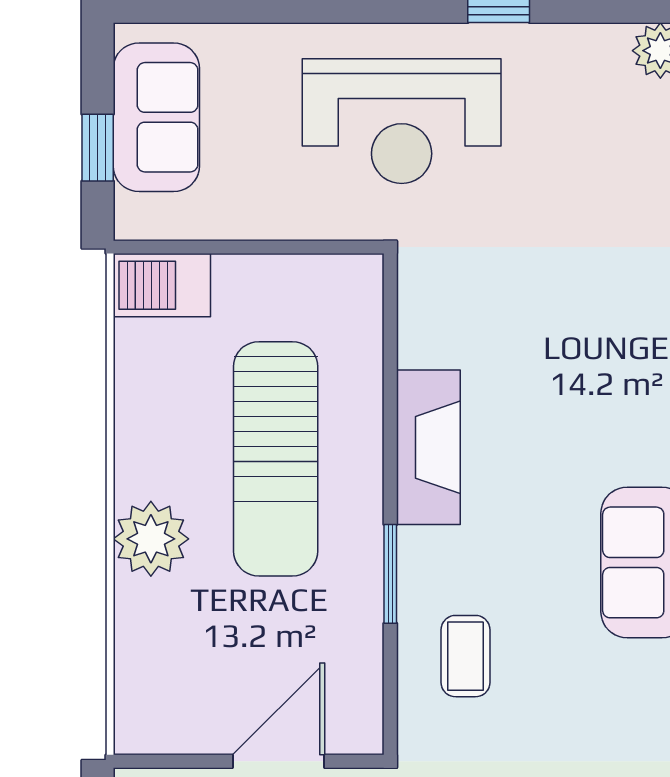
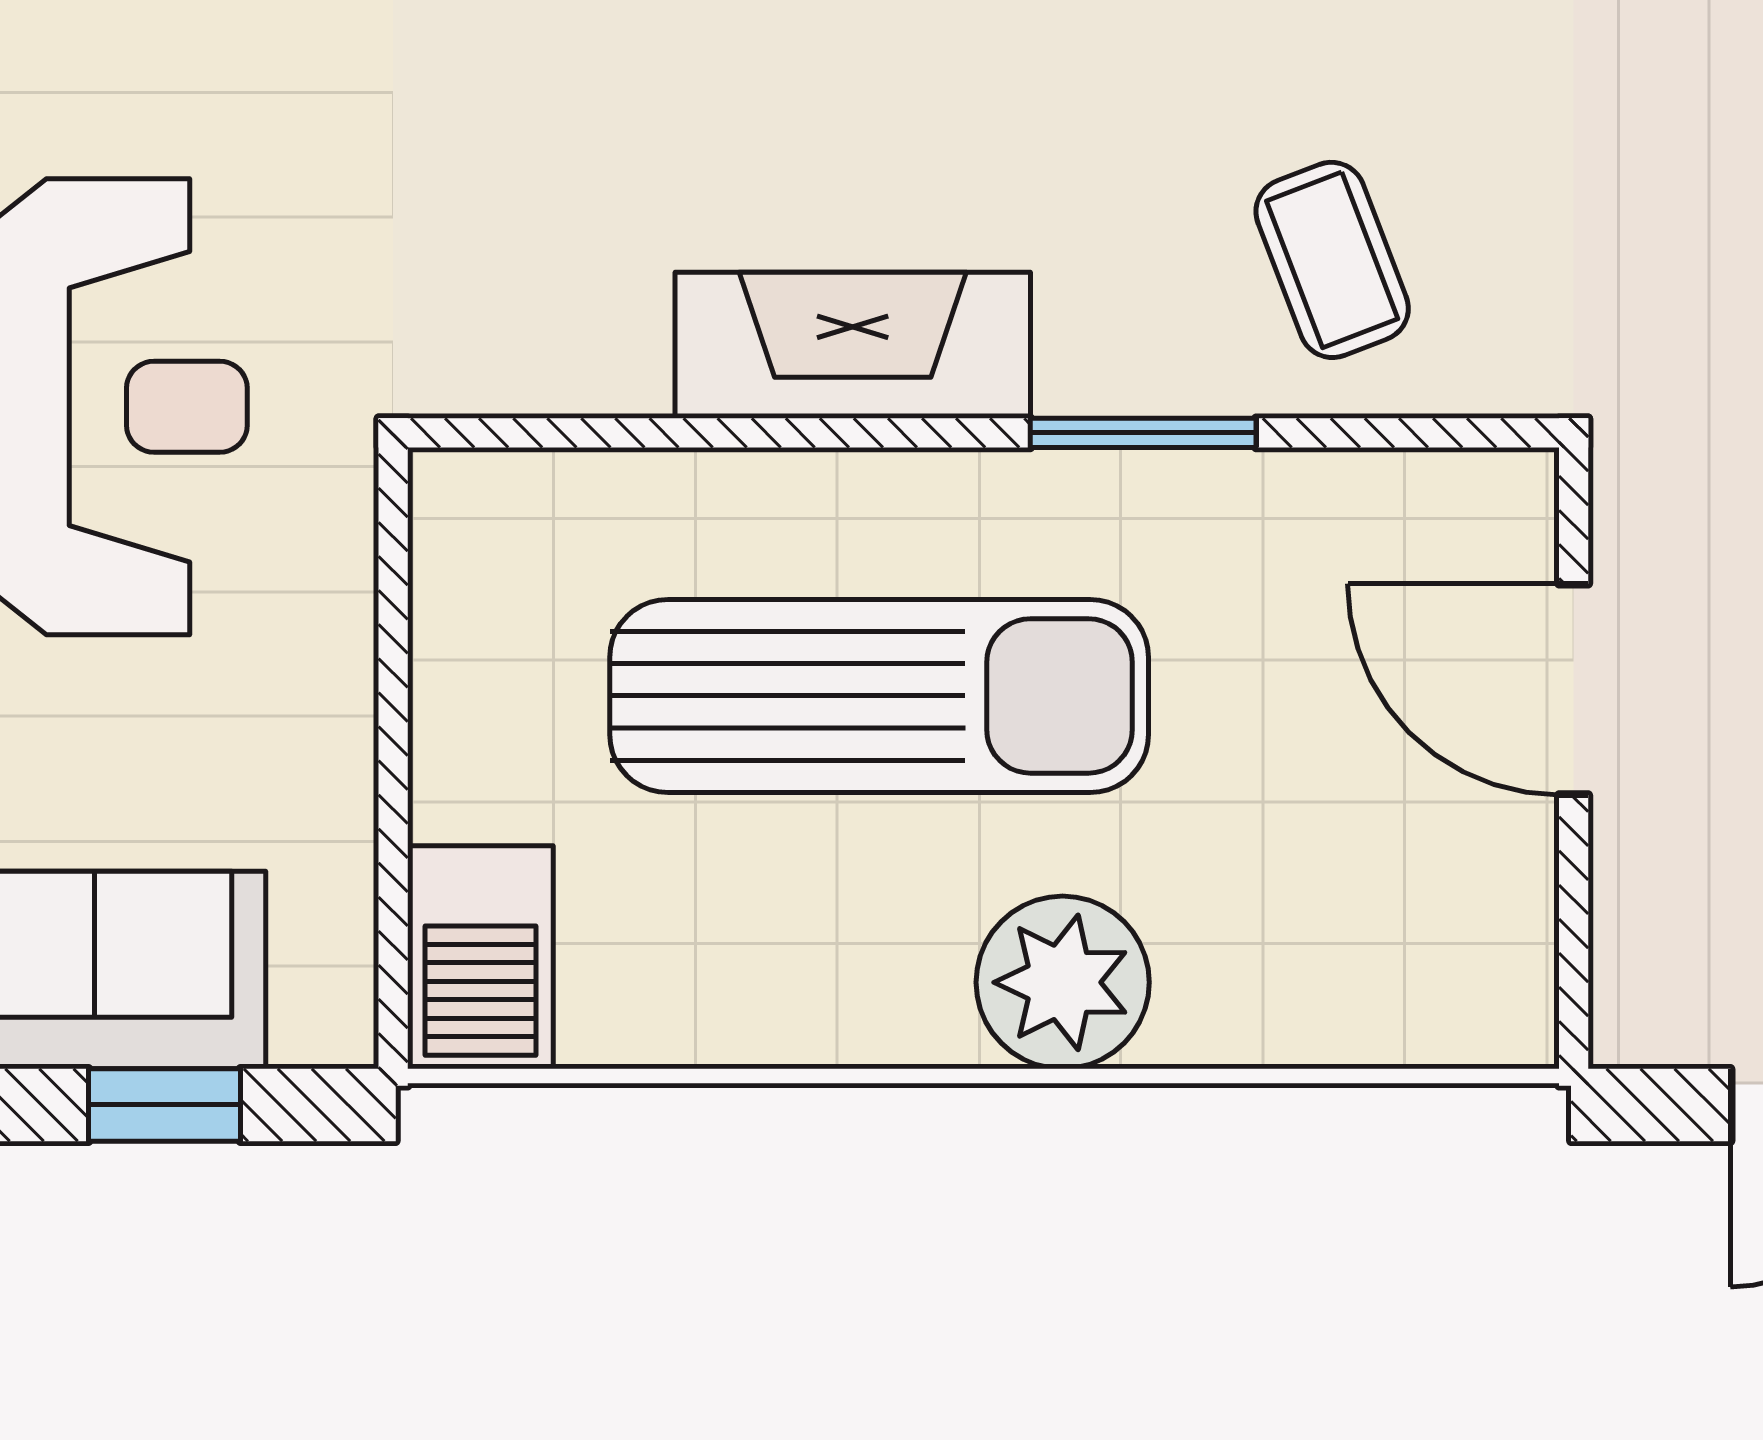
coffee table: (466, 656) -> (1332, 260), turned 69

